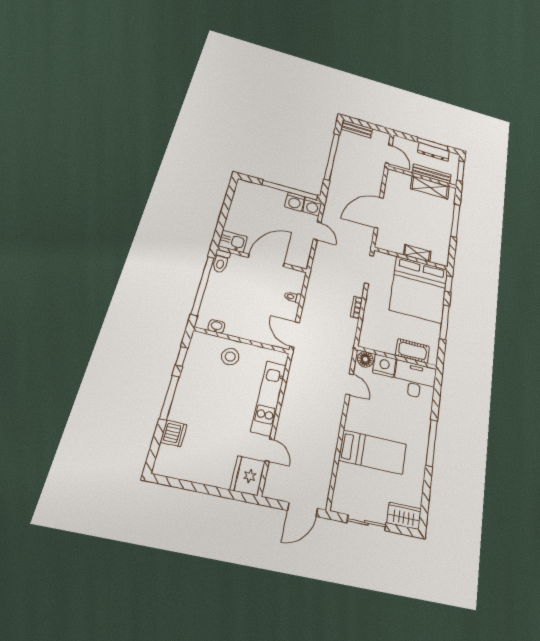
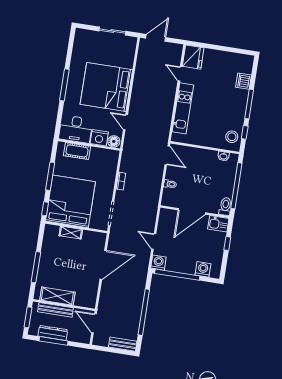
washing machine: (295, 202) -> (203, 269), moved
window: (223, 217) -> (227, 243), added
stool: (230, 357) -> (232, 137), moved
bed: (373, 452) -> (106, 87), width x2.04
wardrobe: (404, 516) -> (86, 36), removed

